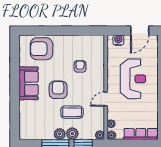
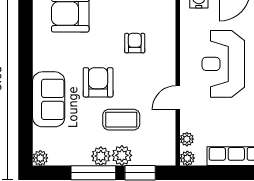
reception desk: (133, 79) -> (223, 64), turned 180
sofa: (29, 83) -> (49, 99), moved
plant: (100, 135) -> (40, 158), moved

